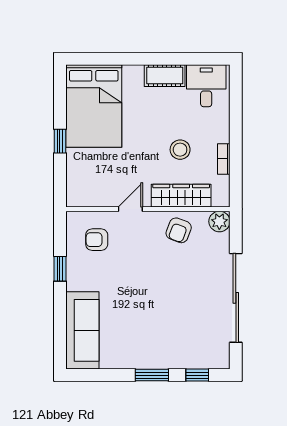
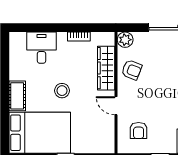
cot: (165, 76) -> (17, 96), moved
desk: (206, 86) -> (41, 48), moved, turned 90
stool: (180, 150) -> (62, 91), moved

